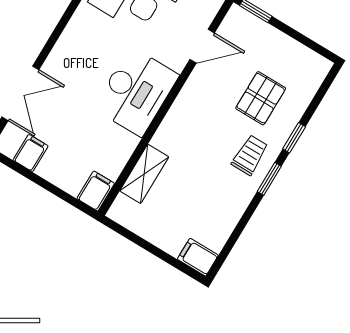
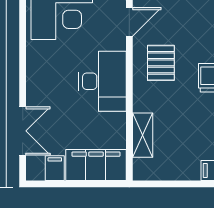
pallet: (261, 98) -> (161, 63), moved
filing cabinet: (96, 191) -> (96, 165), width x3.00, depth x1.17

